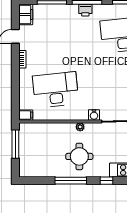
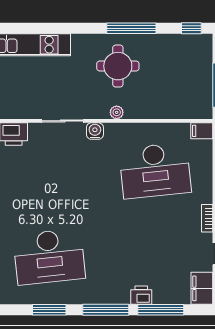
printer: (85, 10) -> (141, 295), moved
window: (107, 181) -> (191, 28), moved

